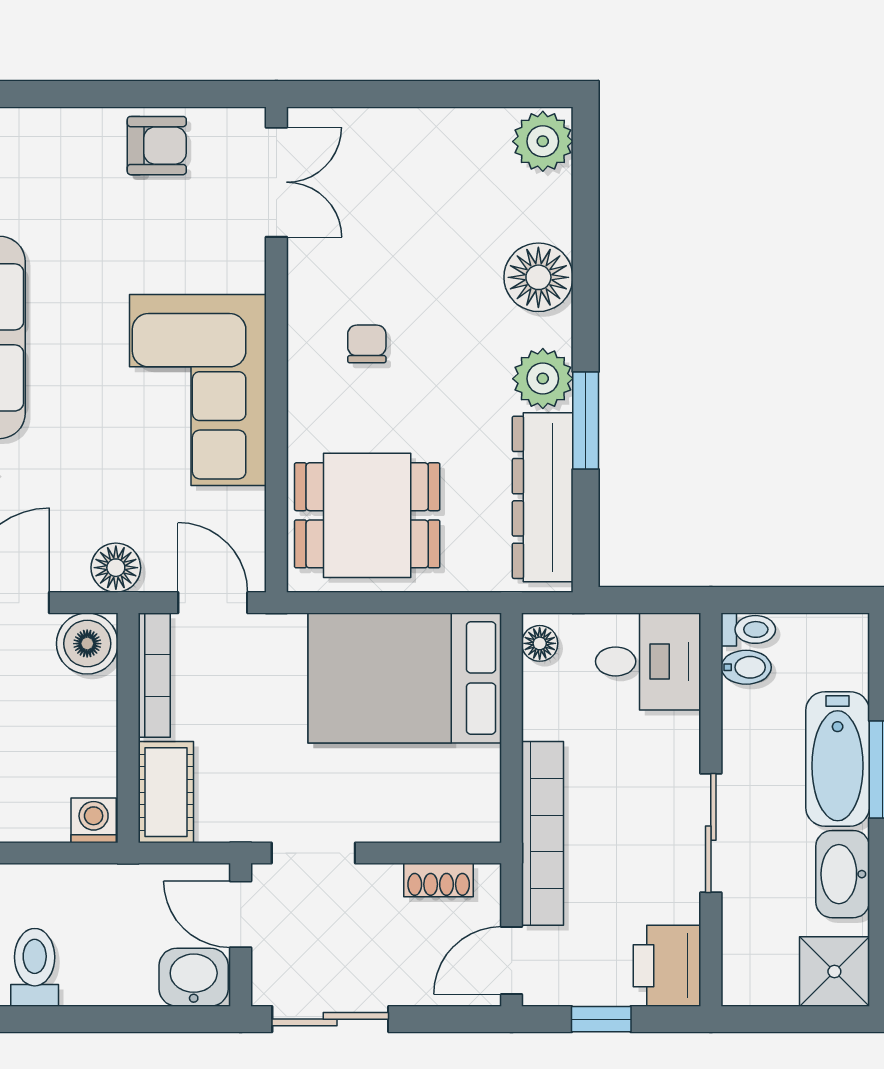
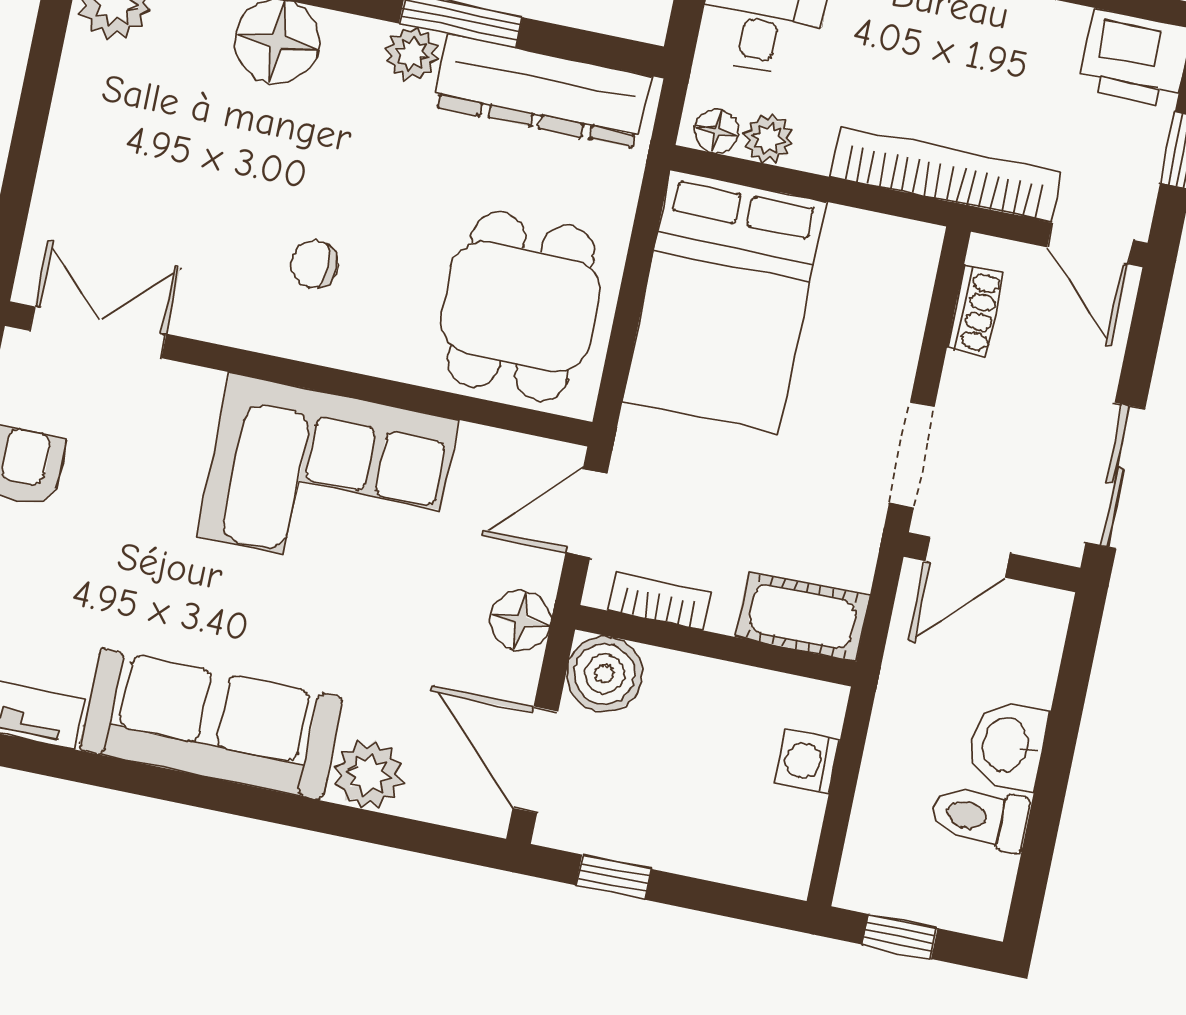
plant: (543, 379) -> (412, 54), width x0.73, depth x0.73
bookcase: (154, 675) -> (659, 601), width x0.64
plant: (542, 686) -> (768, 139), added
washing machine: (94, 820) -> (807, 761), moved
washbasin: (194, 977) -> (1007, 745), moved

